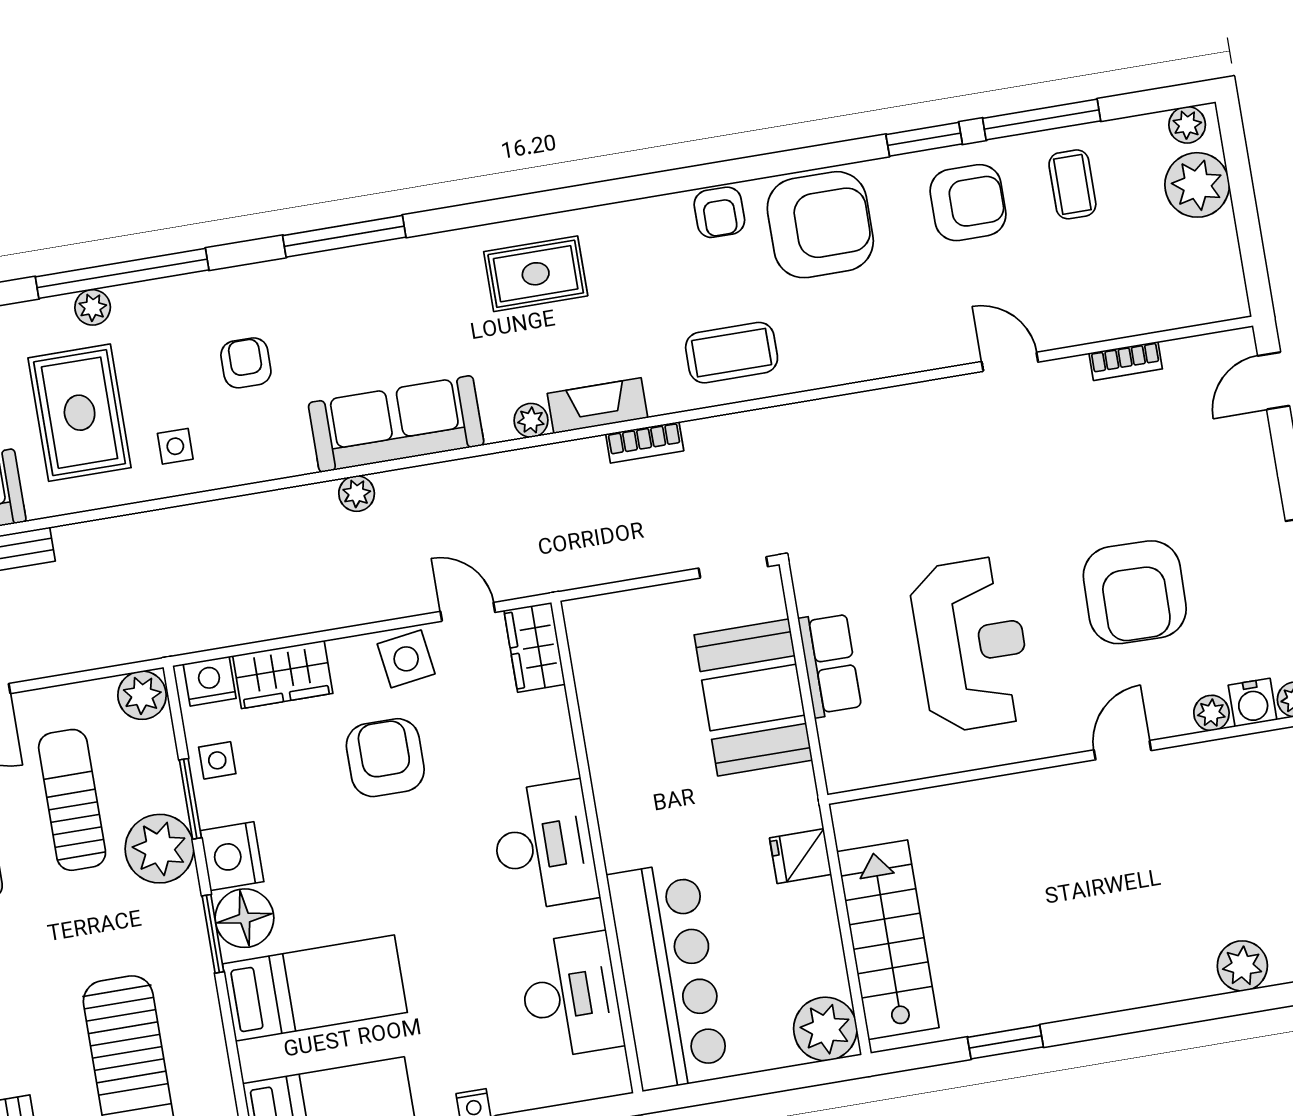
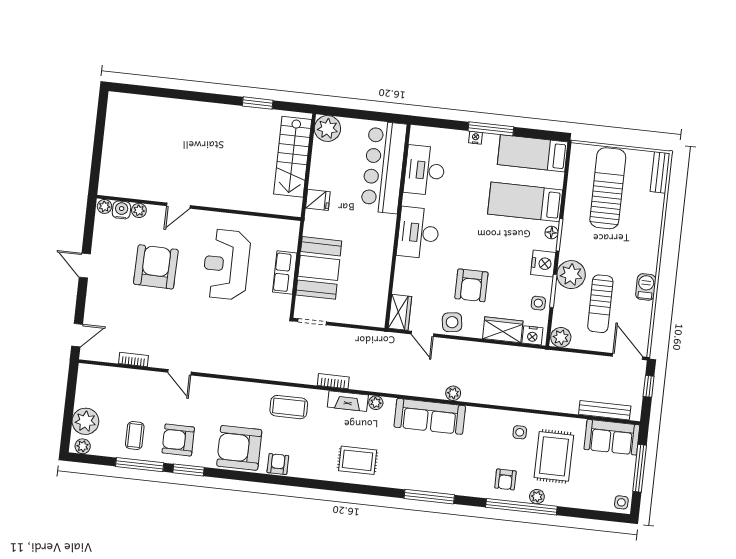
armchair: (246, 363) -> (505, 479), moved
floor lamp: (244, 918) -> (551, 233), width x0.53, depth x0.53
plant: (1242, 966) -> (155, 107), removed

